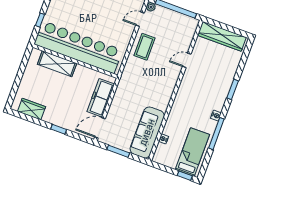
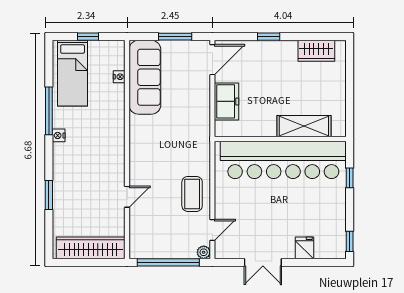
window: (233, 89) -> (49, 195), moved
freezer: (101, 98) -> (227, 101), width x0.71
window: (185, 176) -> (88, 37), moved

